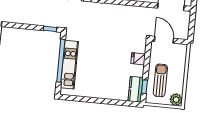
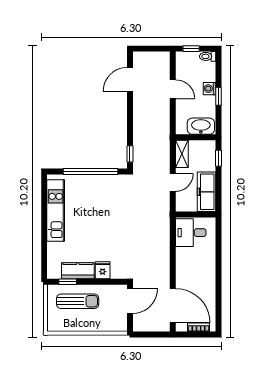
kitchen unit: (69, 65) -> (56, 211), moved, turned -90
kitchen counter: (136, 89) -> (78, 271), moved
plant: (176, 100) -> (55, 324), removed

